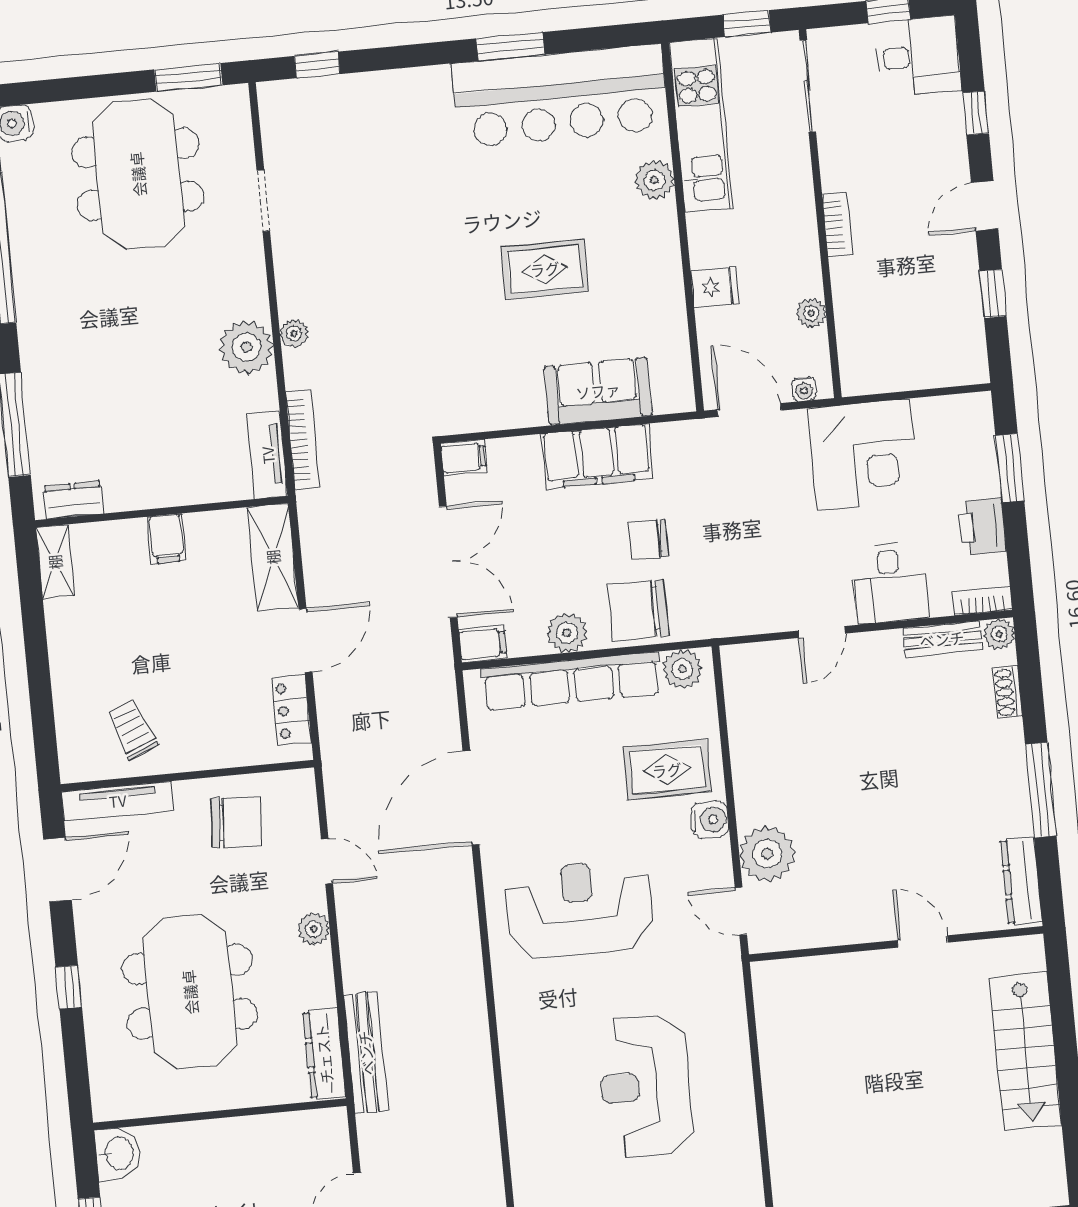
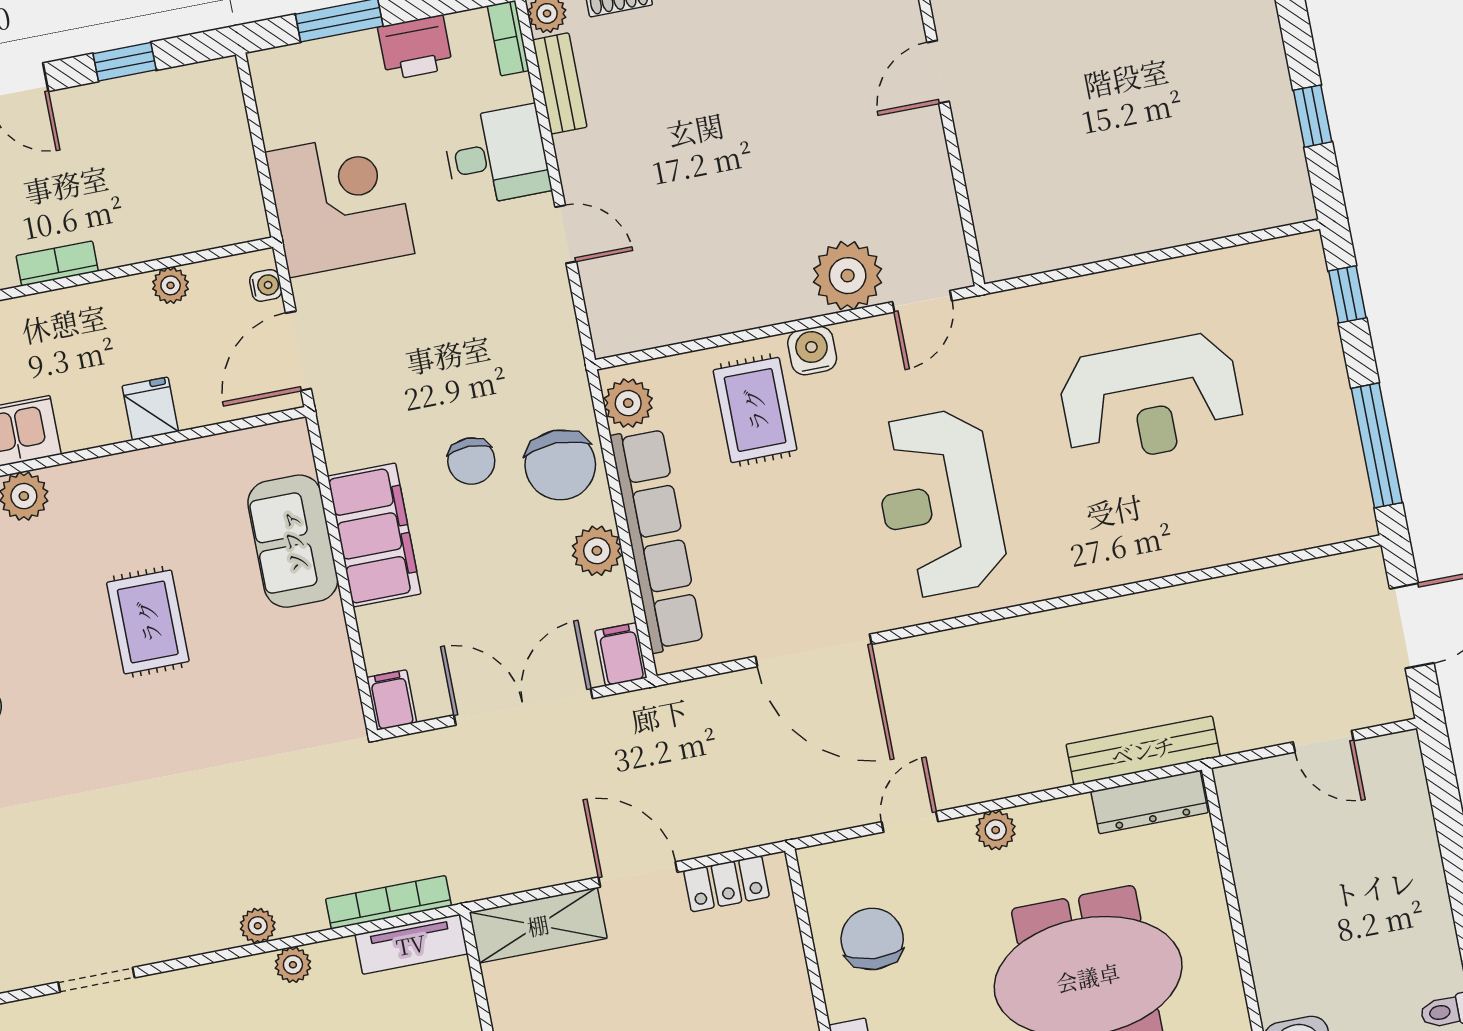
plant: (246, 347) -> (293, 965), width x0.53, depth x0.53

